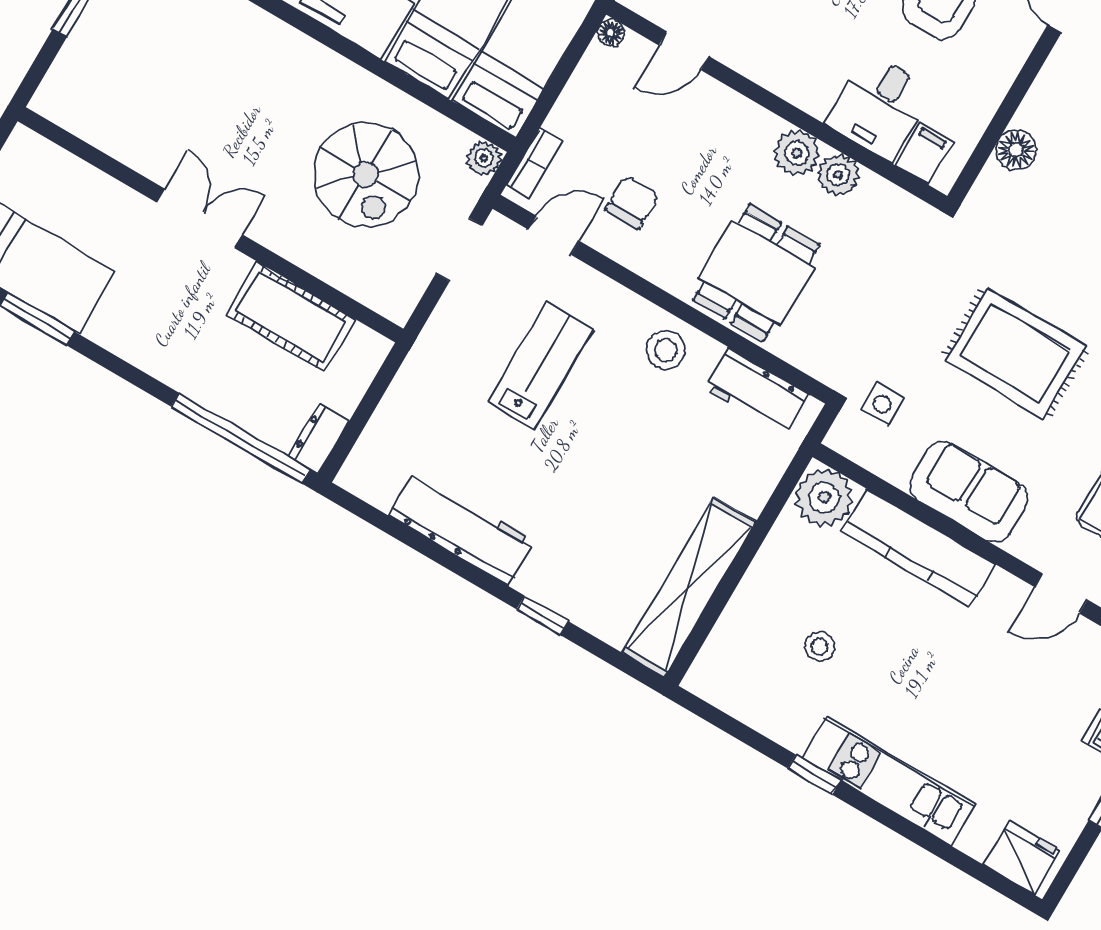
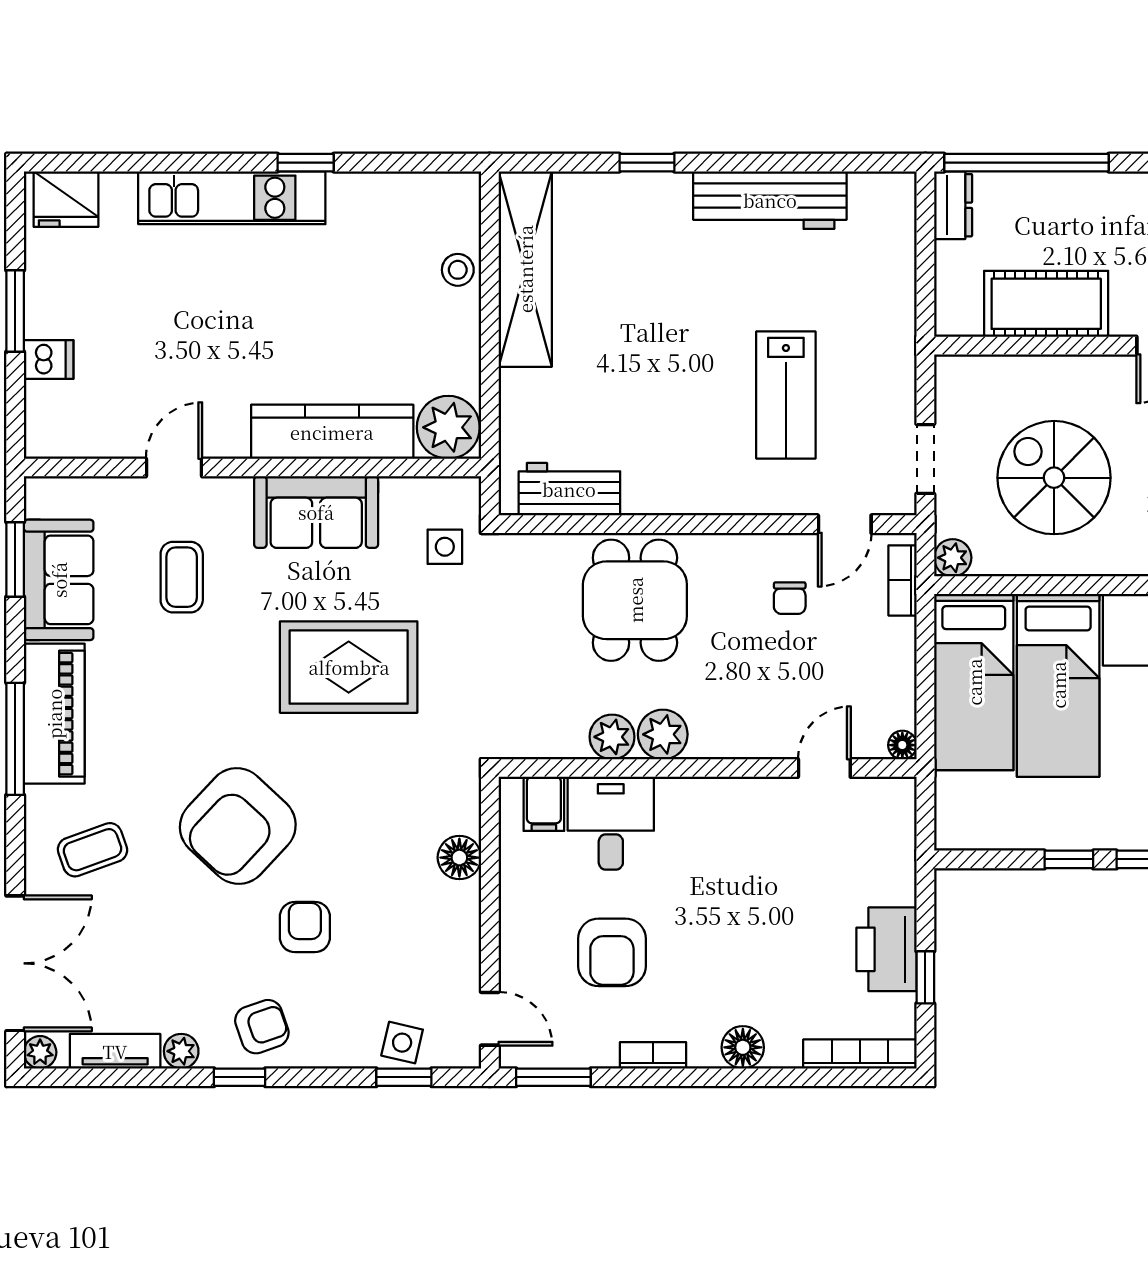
chair: (632, 202) -> (790, 598), width x0.73, depth x0.73
stool: (666, 350) -> (677, 478), removed
stool: (819, 647) -> (458, 270), moved

